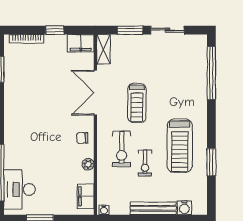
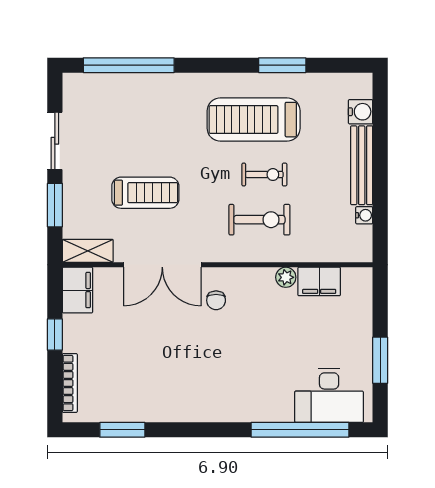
treadmill: (137, 103) -> (145, 193), moved
chair: (82, 138) -> (216, 300), moved
treadmill: (180, 146) -> (254, 120), turned 180
exercise bike: (145, 163) -> (264, 175), moved
filing cabinet: (86, 196) -> (319, 281), moved
water cooler: (104, 210) -> (364, 215), moved

